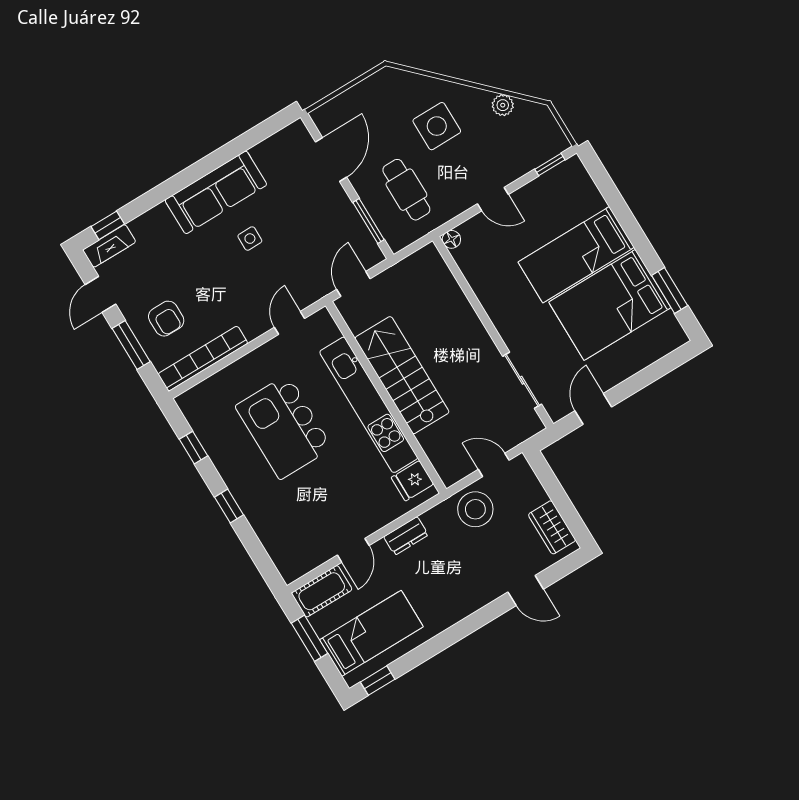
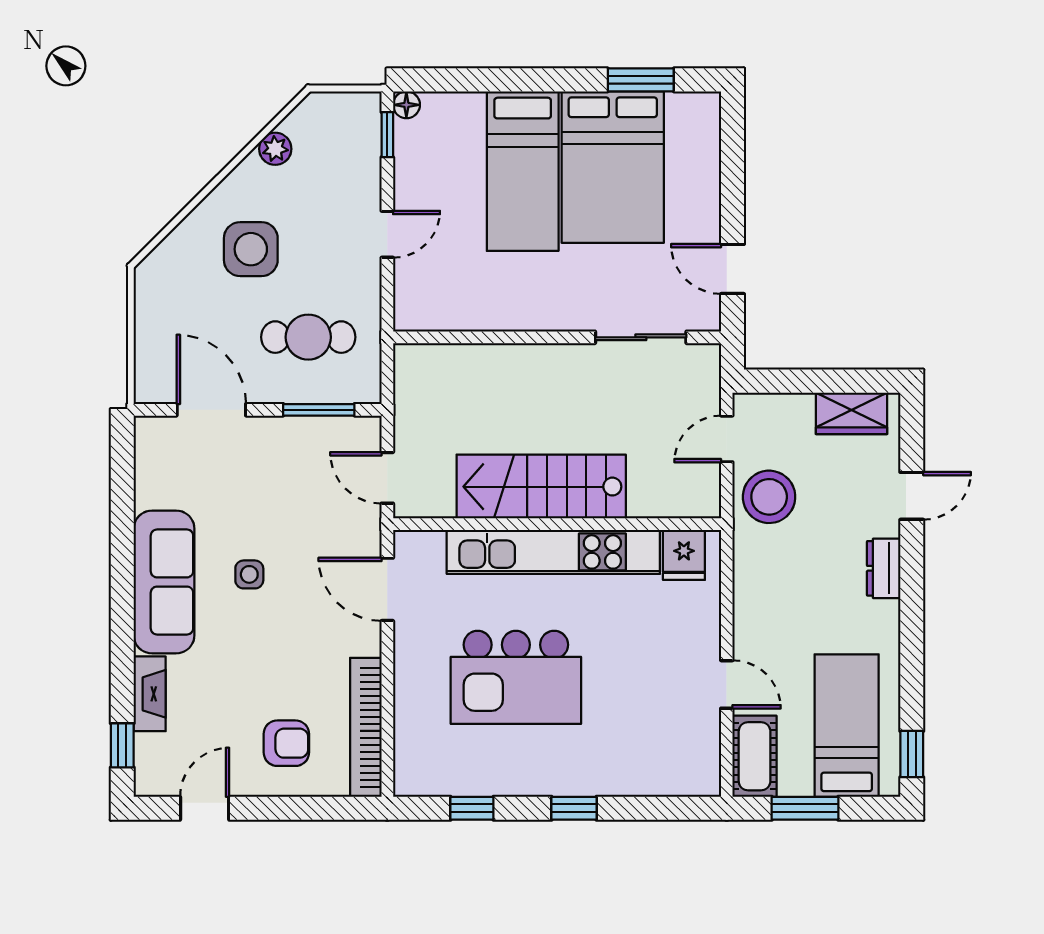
floor lamp: (451, 239) -> (406, 105), moved
fireplace: (109, 246) -> (150, 694), moved
door: (100, 294) -> (205, 808), swing flipped
door: (289, 323) -> (387, 589), width x1.38
window: (131, 345) -> (293, 808), removed
dresser: (406, 536) -> (884, 568), moved, turned 180

